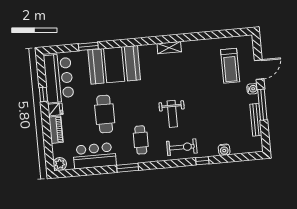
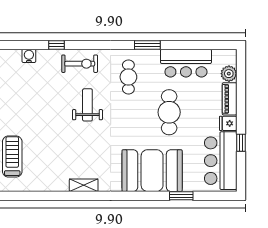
exercise bike: (182, 147) -> (80, 64), turned 180
plant: (60, 164) -> (229, 74), moved

